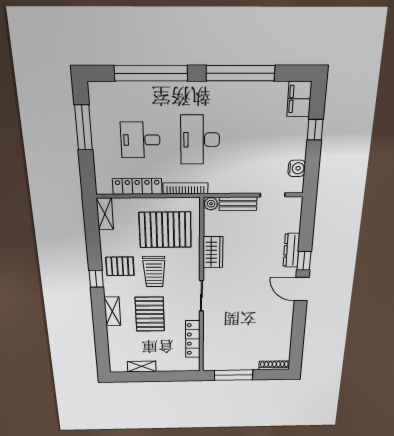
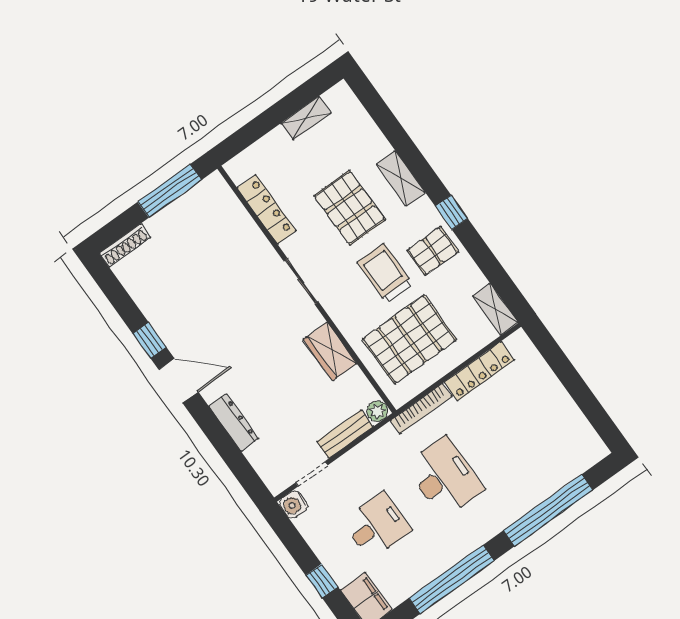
window: (84, 128) -> (584, 398), removed
desk: (140, 140) -> (377, 526), moved
water cooler: (297, 168) -> (294, 504), moved
window: (304, 261) -> (149, 340), moved

